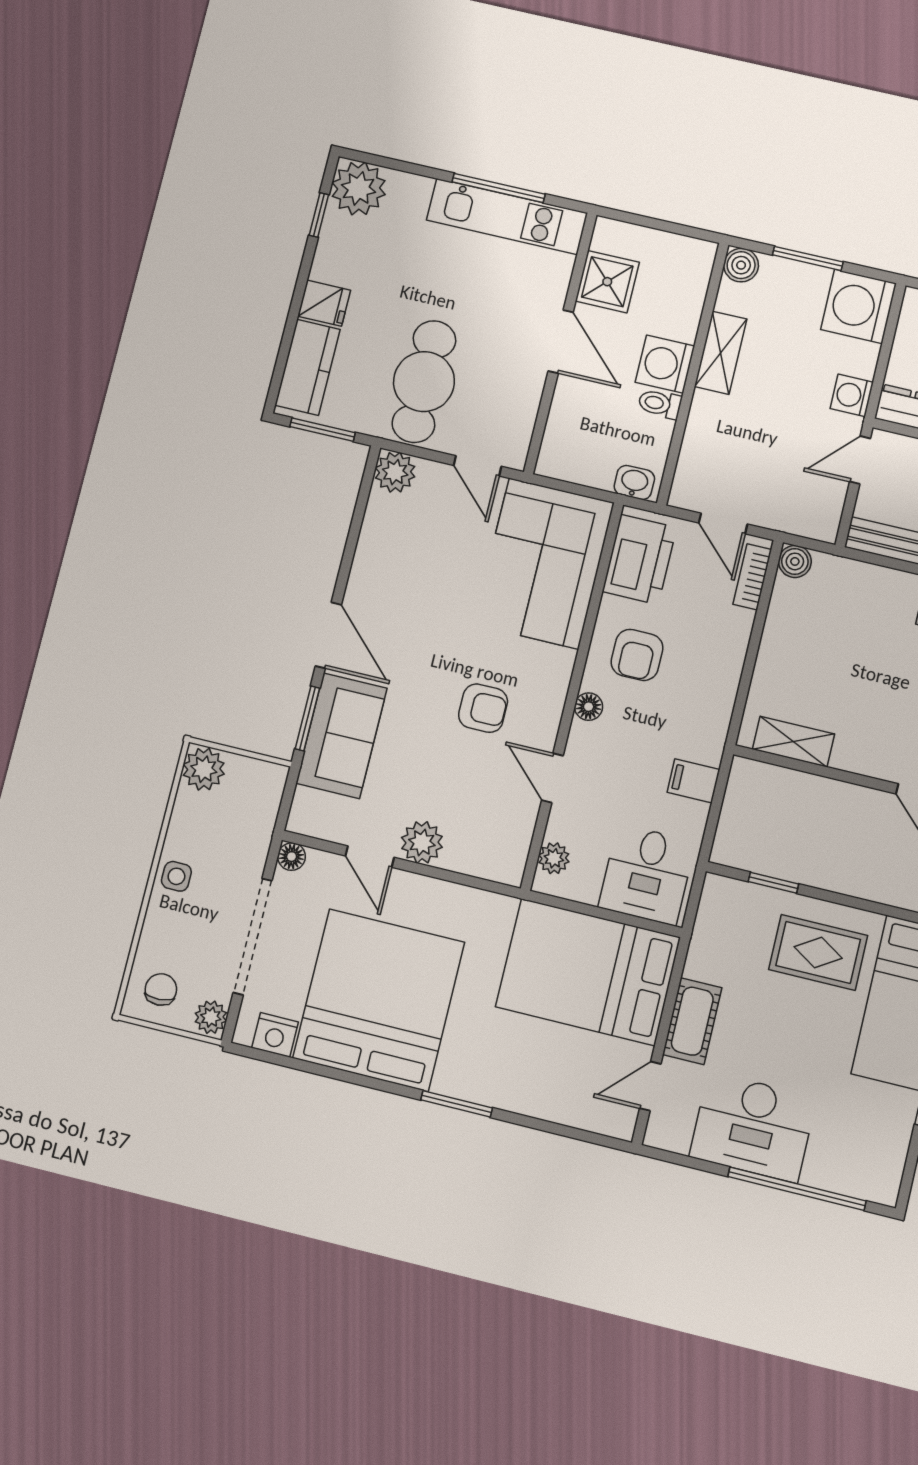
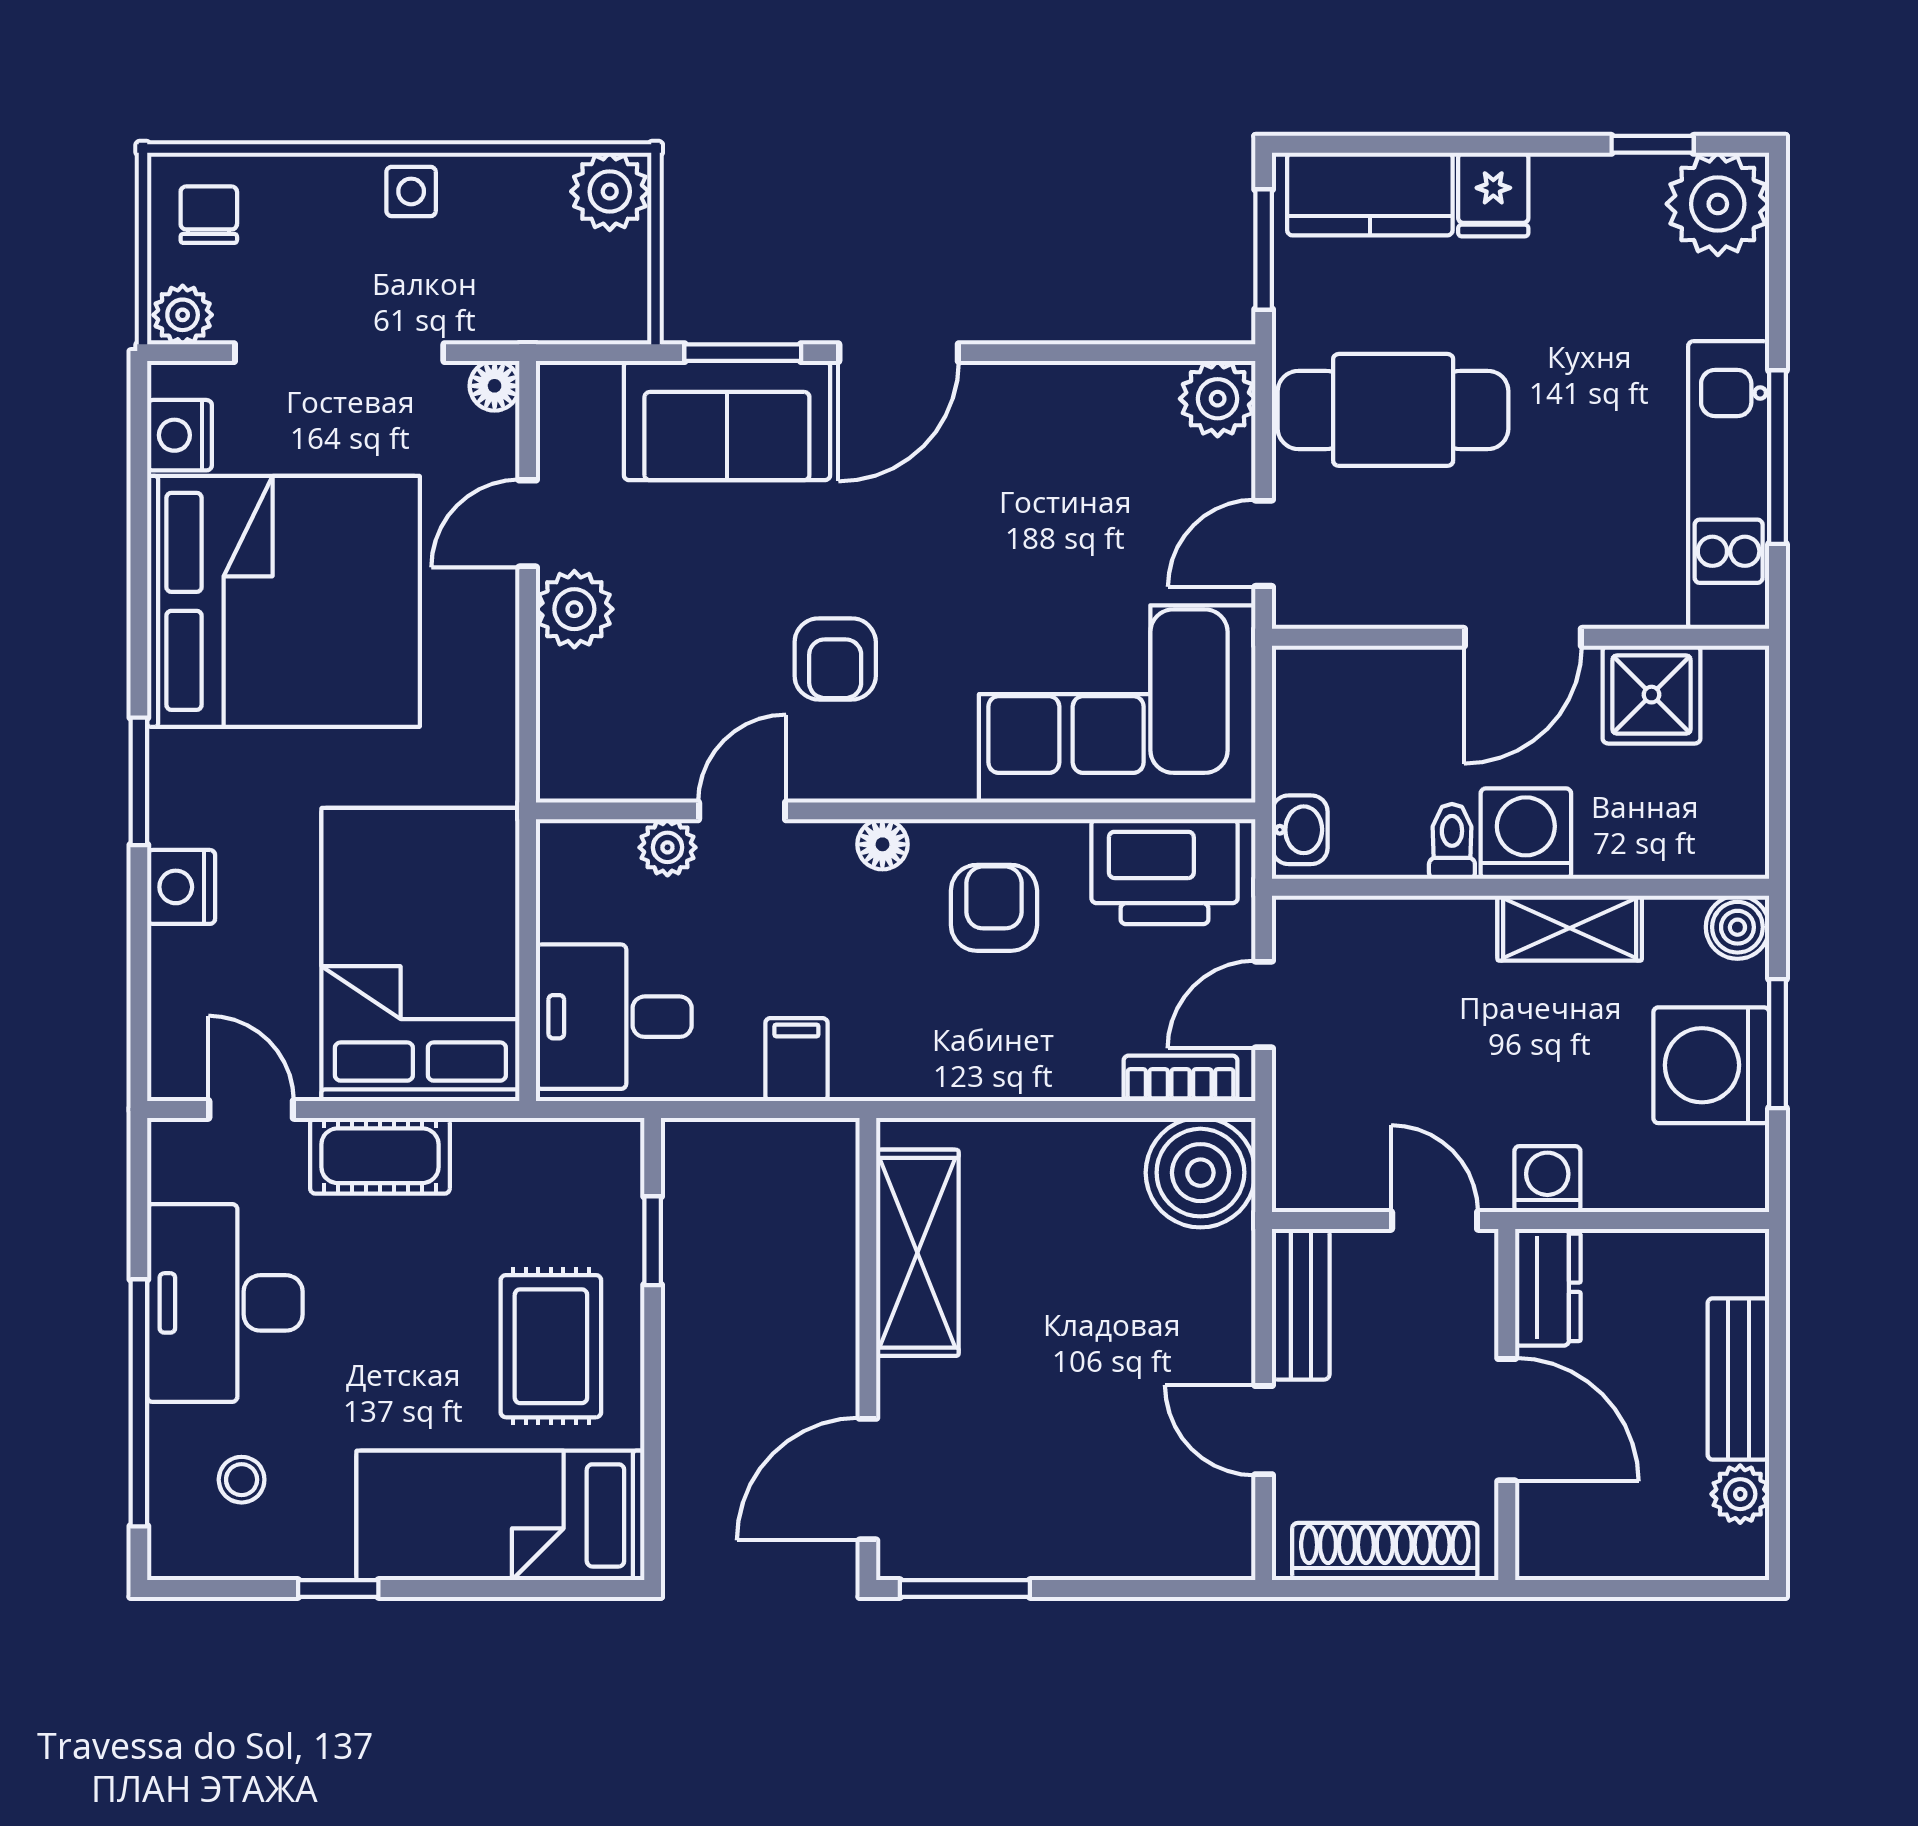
washing machine: (859, 306) -> (1711, 1065), moved, turned -90
boiler: (795, 561) -> (1200, 1173), width x1.86, depth x1.86
armchair: (637, 655) -> (994, 908), turned 90
shelving: (793, 742) -> (917, 1253), width x1.50, depth x1.33
plant: (554, 858) -> (667, 847), moved
chair: (161, 989) -> (209, 215), turned -87
nightstand: (520, 1095) -> (181, 887), added
stool: (852, 1142) -> (242, 1480), added

